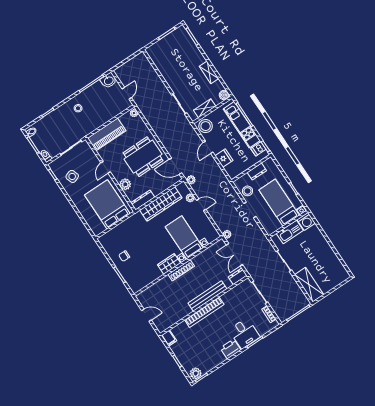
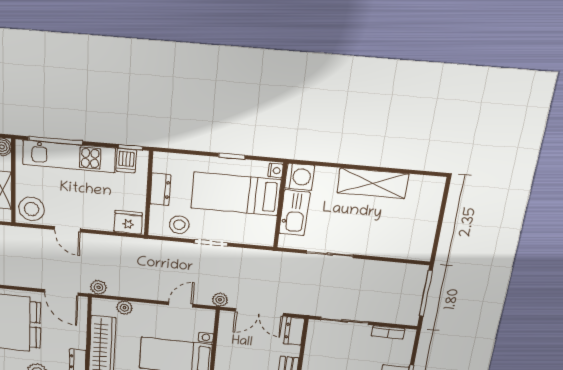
fridge: (224, 158) -> (128, 222), moved
door: (175, 166) -> (61, 293), hinge flipped
door: (201, 205) -> (181, 304), moved
shelving: (309, 285) -> (373, 183), moved

